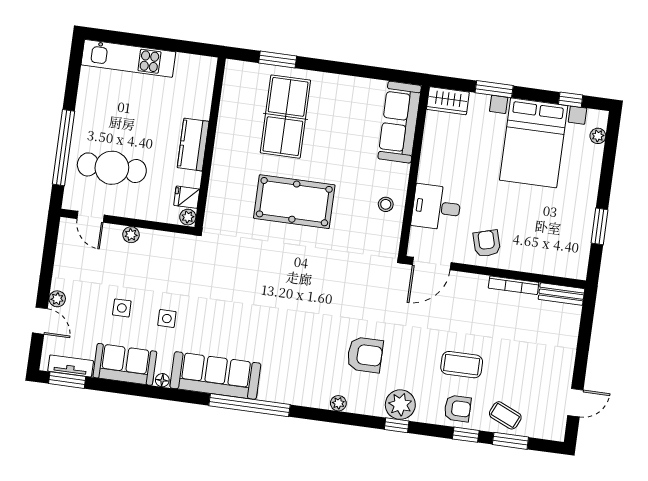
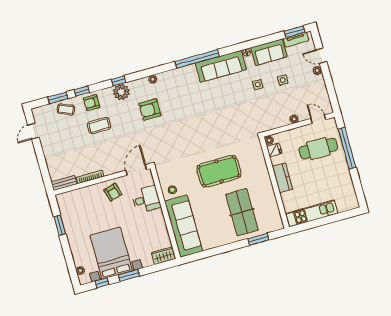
kitchen unit: (128, 58) -> (312, 213), moved
window: (494, 89) -> (129, 275), moved
sofa: (400, 122) -> (184, 226), width x1.36, depth x1.27

